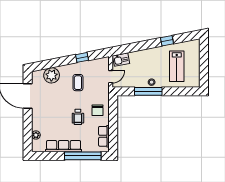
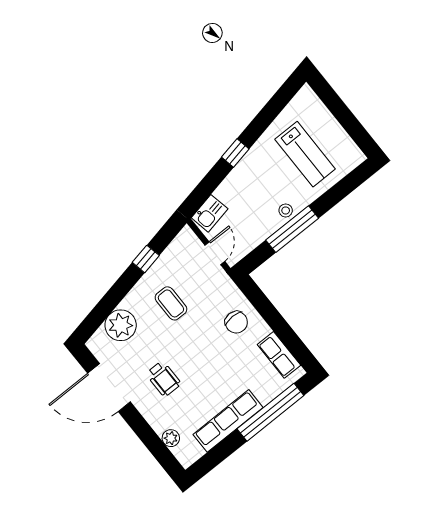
window: (167, 41) -> (235, 153), moved
wheelchair: (78, 117) -> (164, 379), moved

